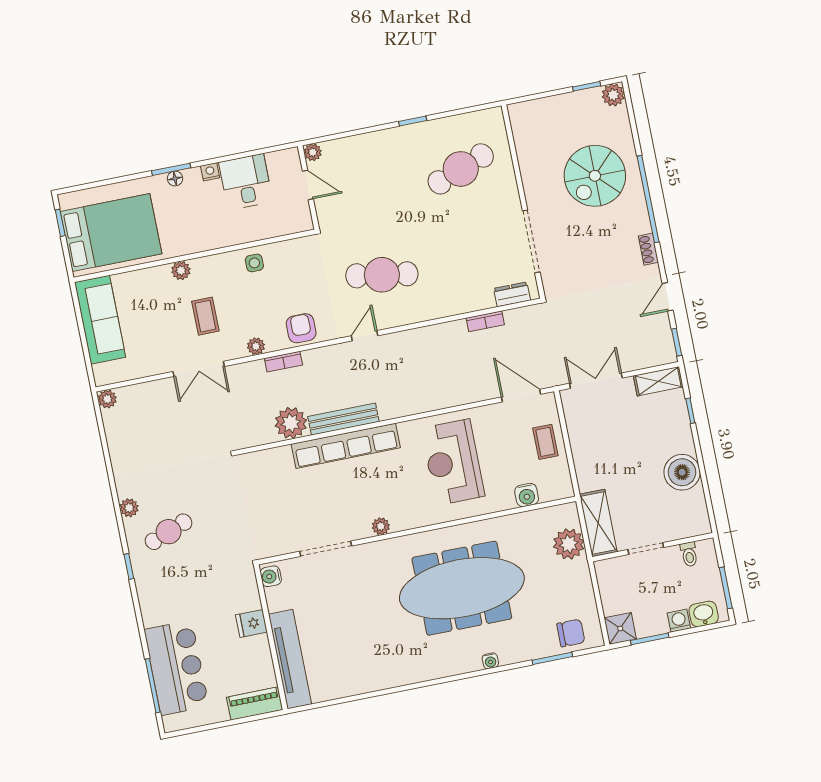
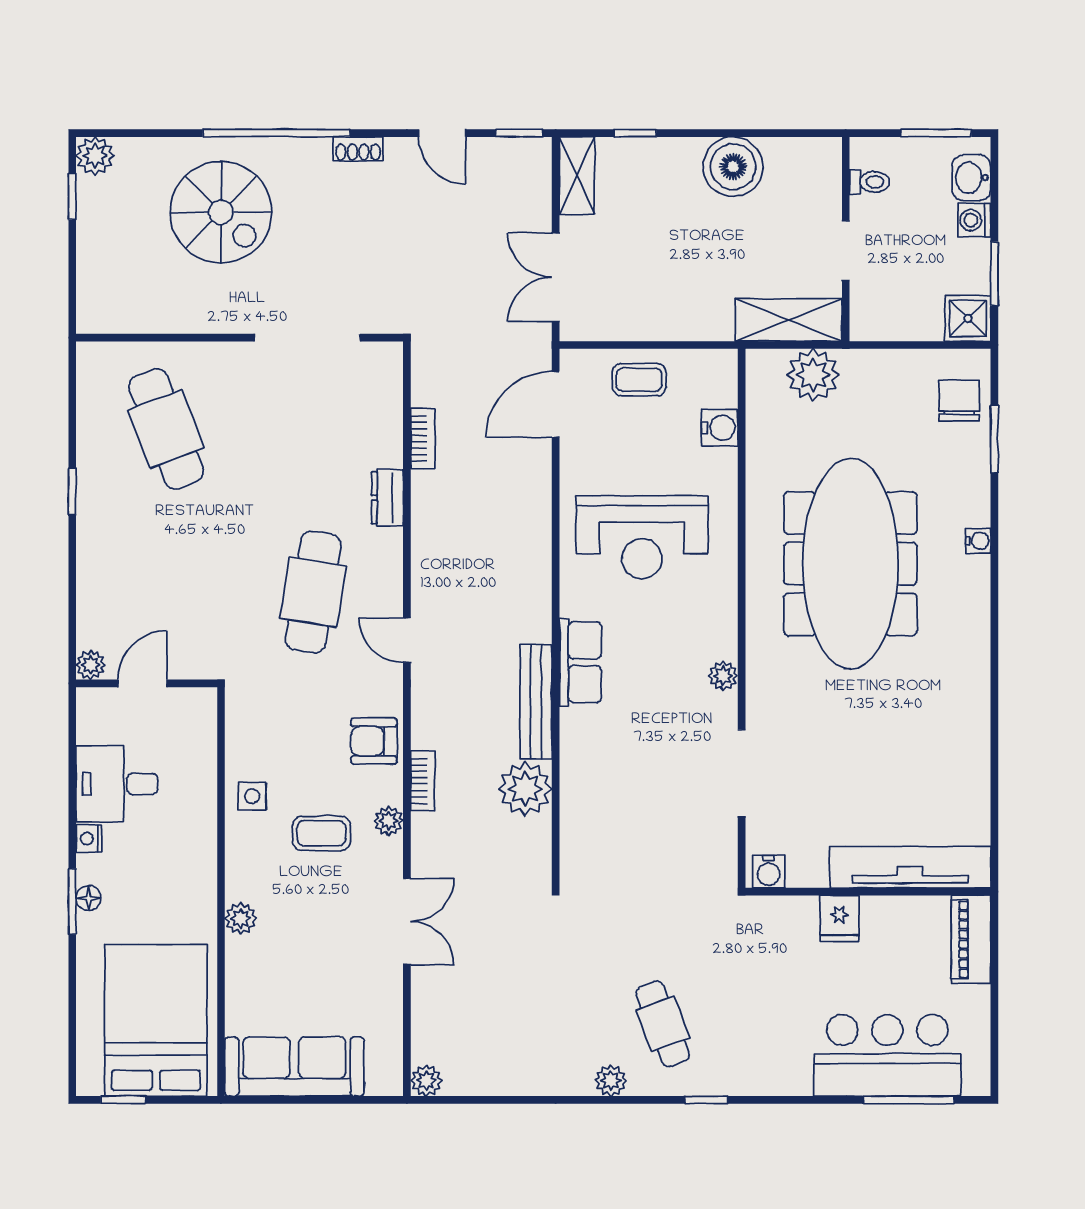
dresser: (512, 294) -> (387, 498), moved
coffee table: (205, 316) -> (321, 833), moved
row of seats: (346, 446) -> (580, 662), width x0.50

